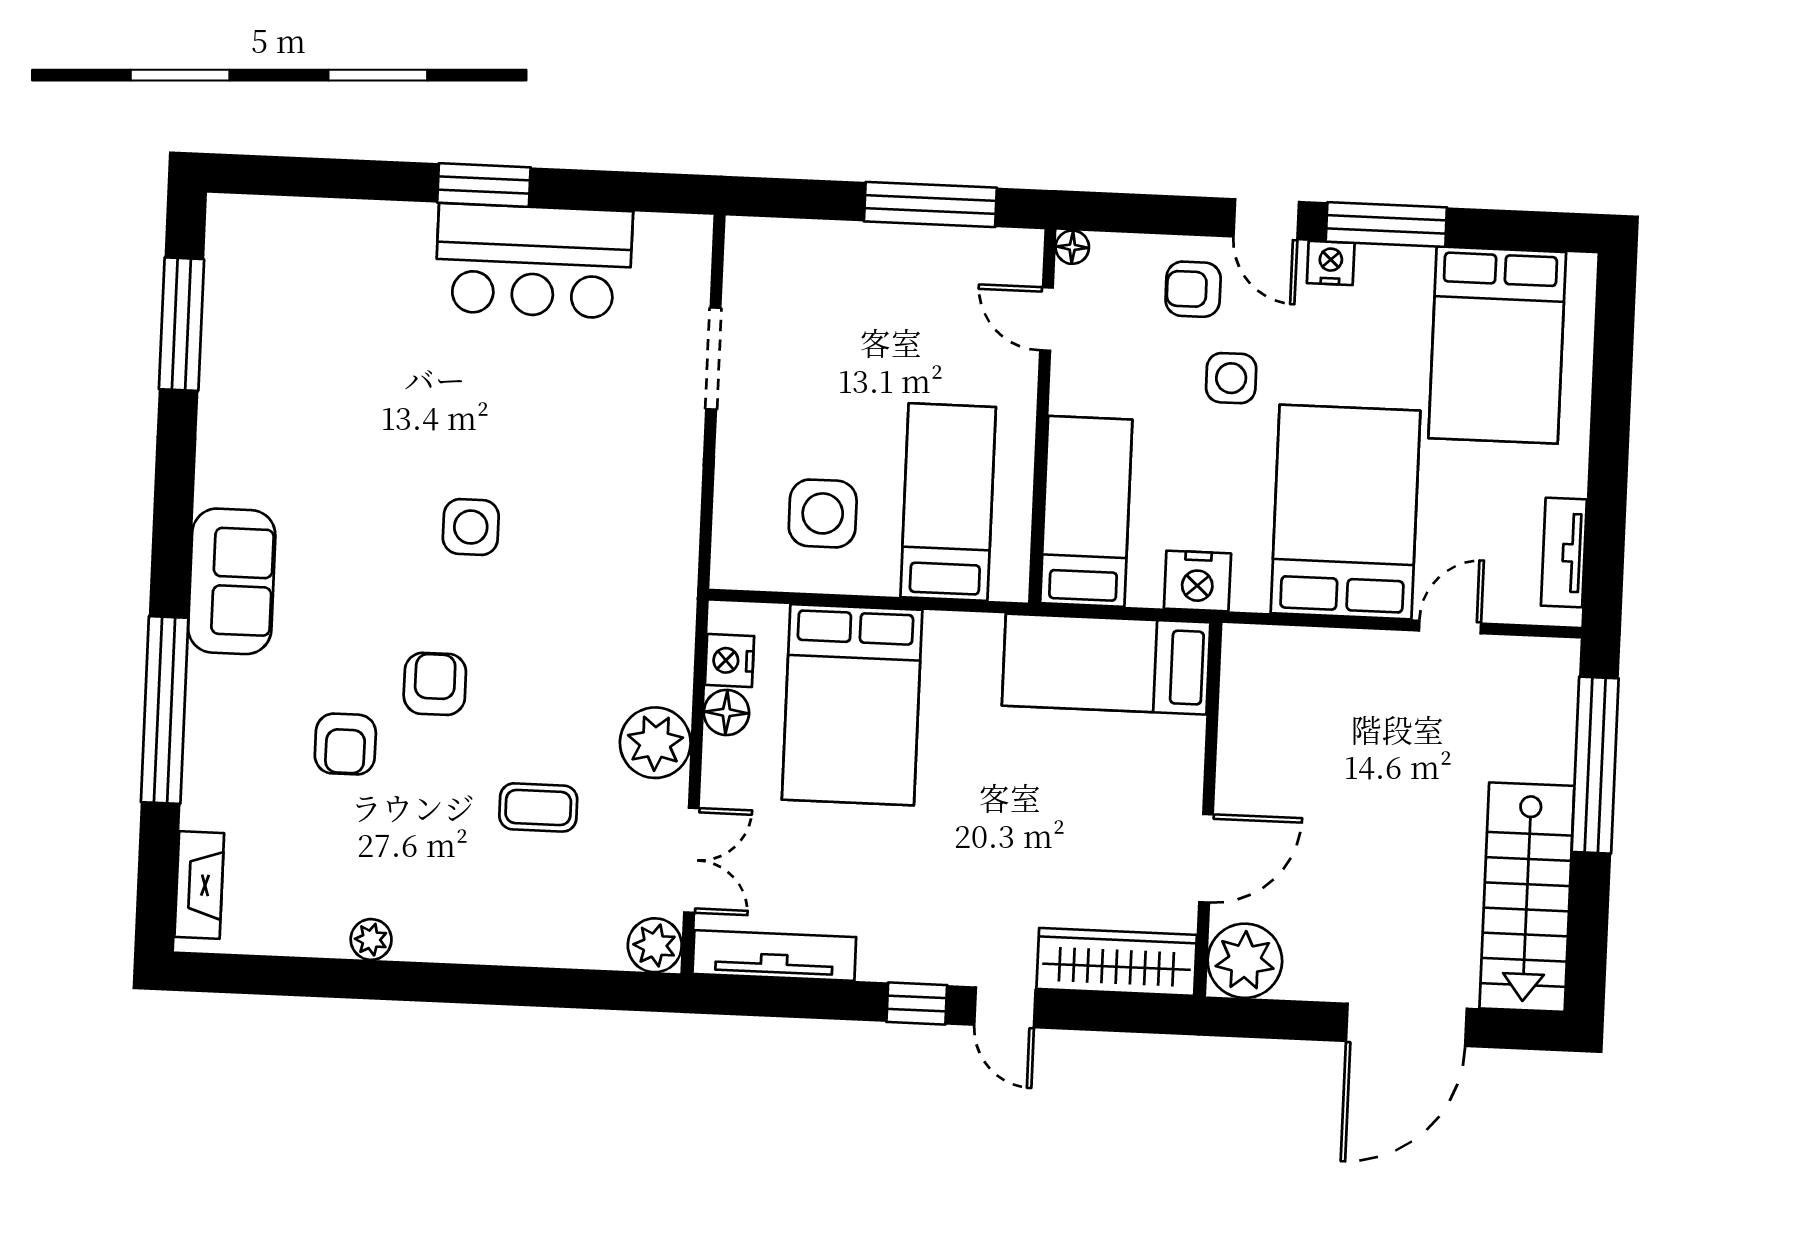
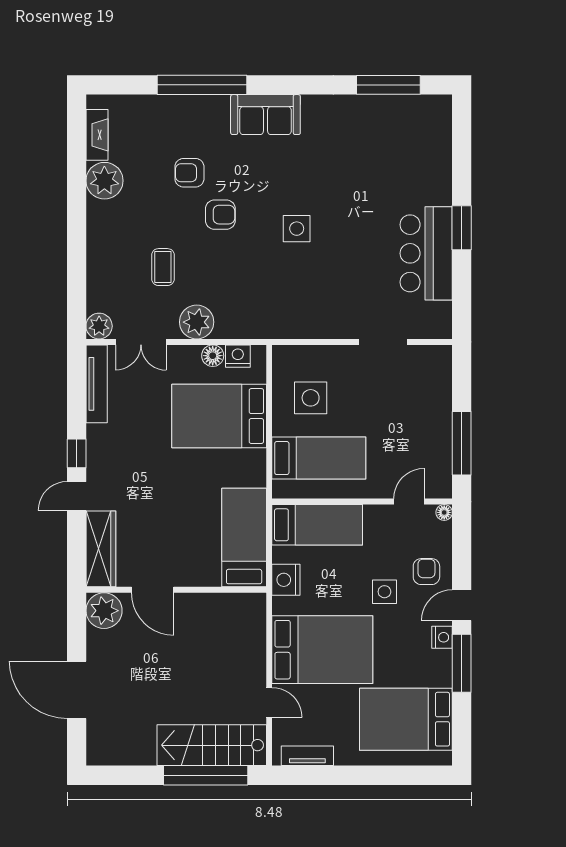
fireplace: (199, 885) -> (97, 135), moved, turned -90
stairs: (1527, 897) -> (212, 745), moved
plant: (371, 939) -> (104, 181), width x1.87, depth x1.87

